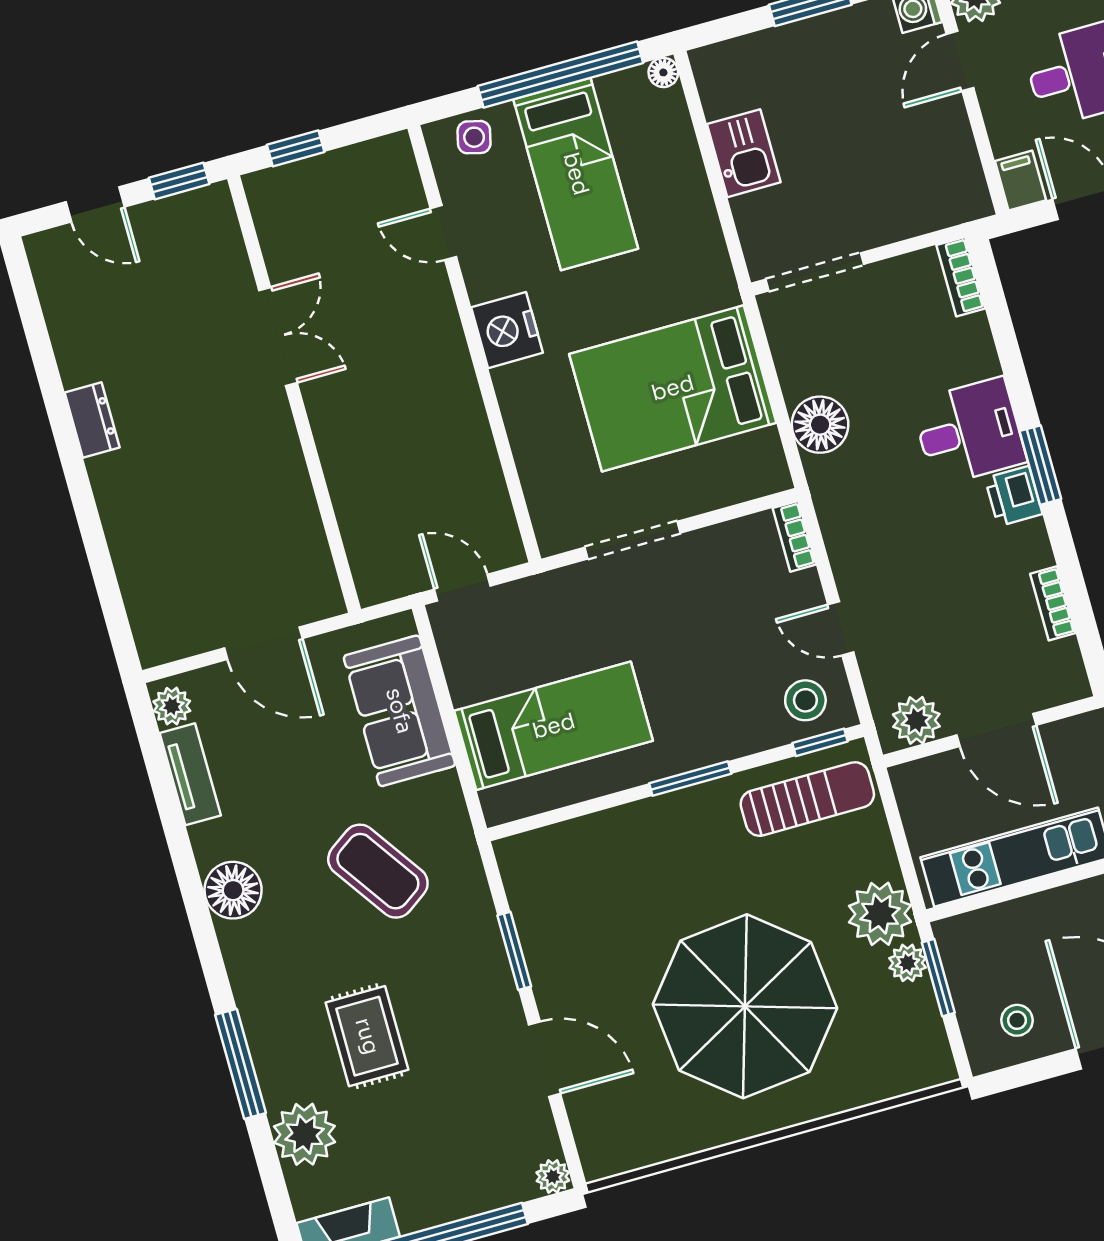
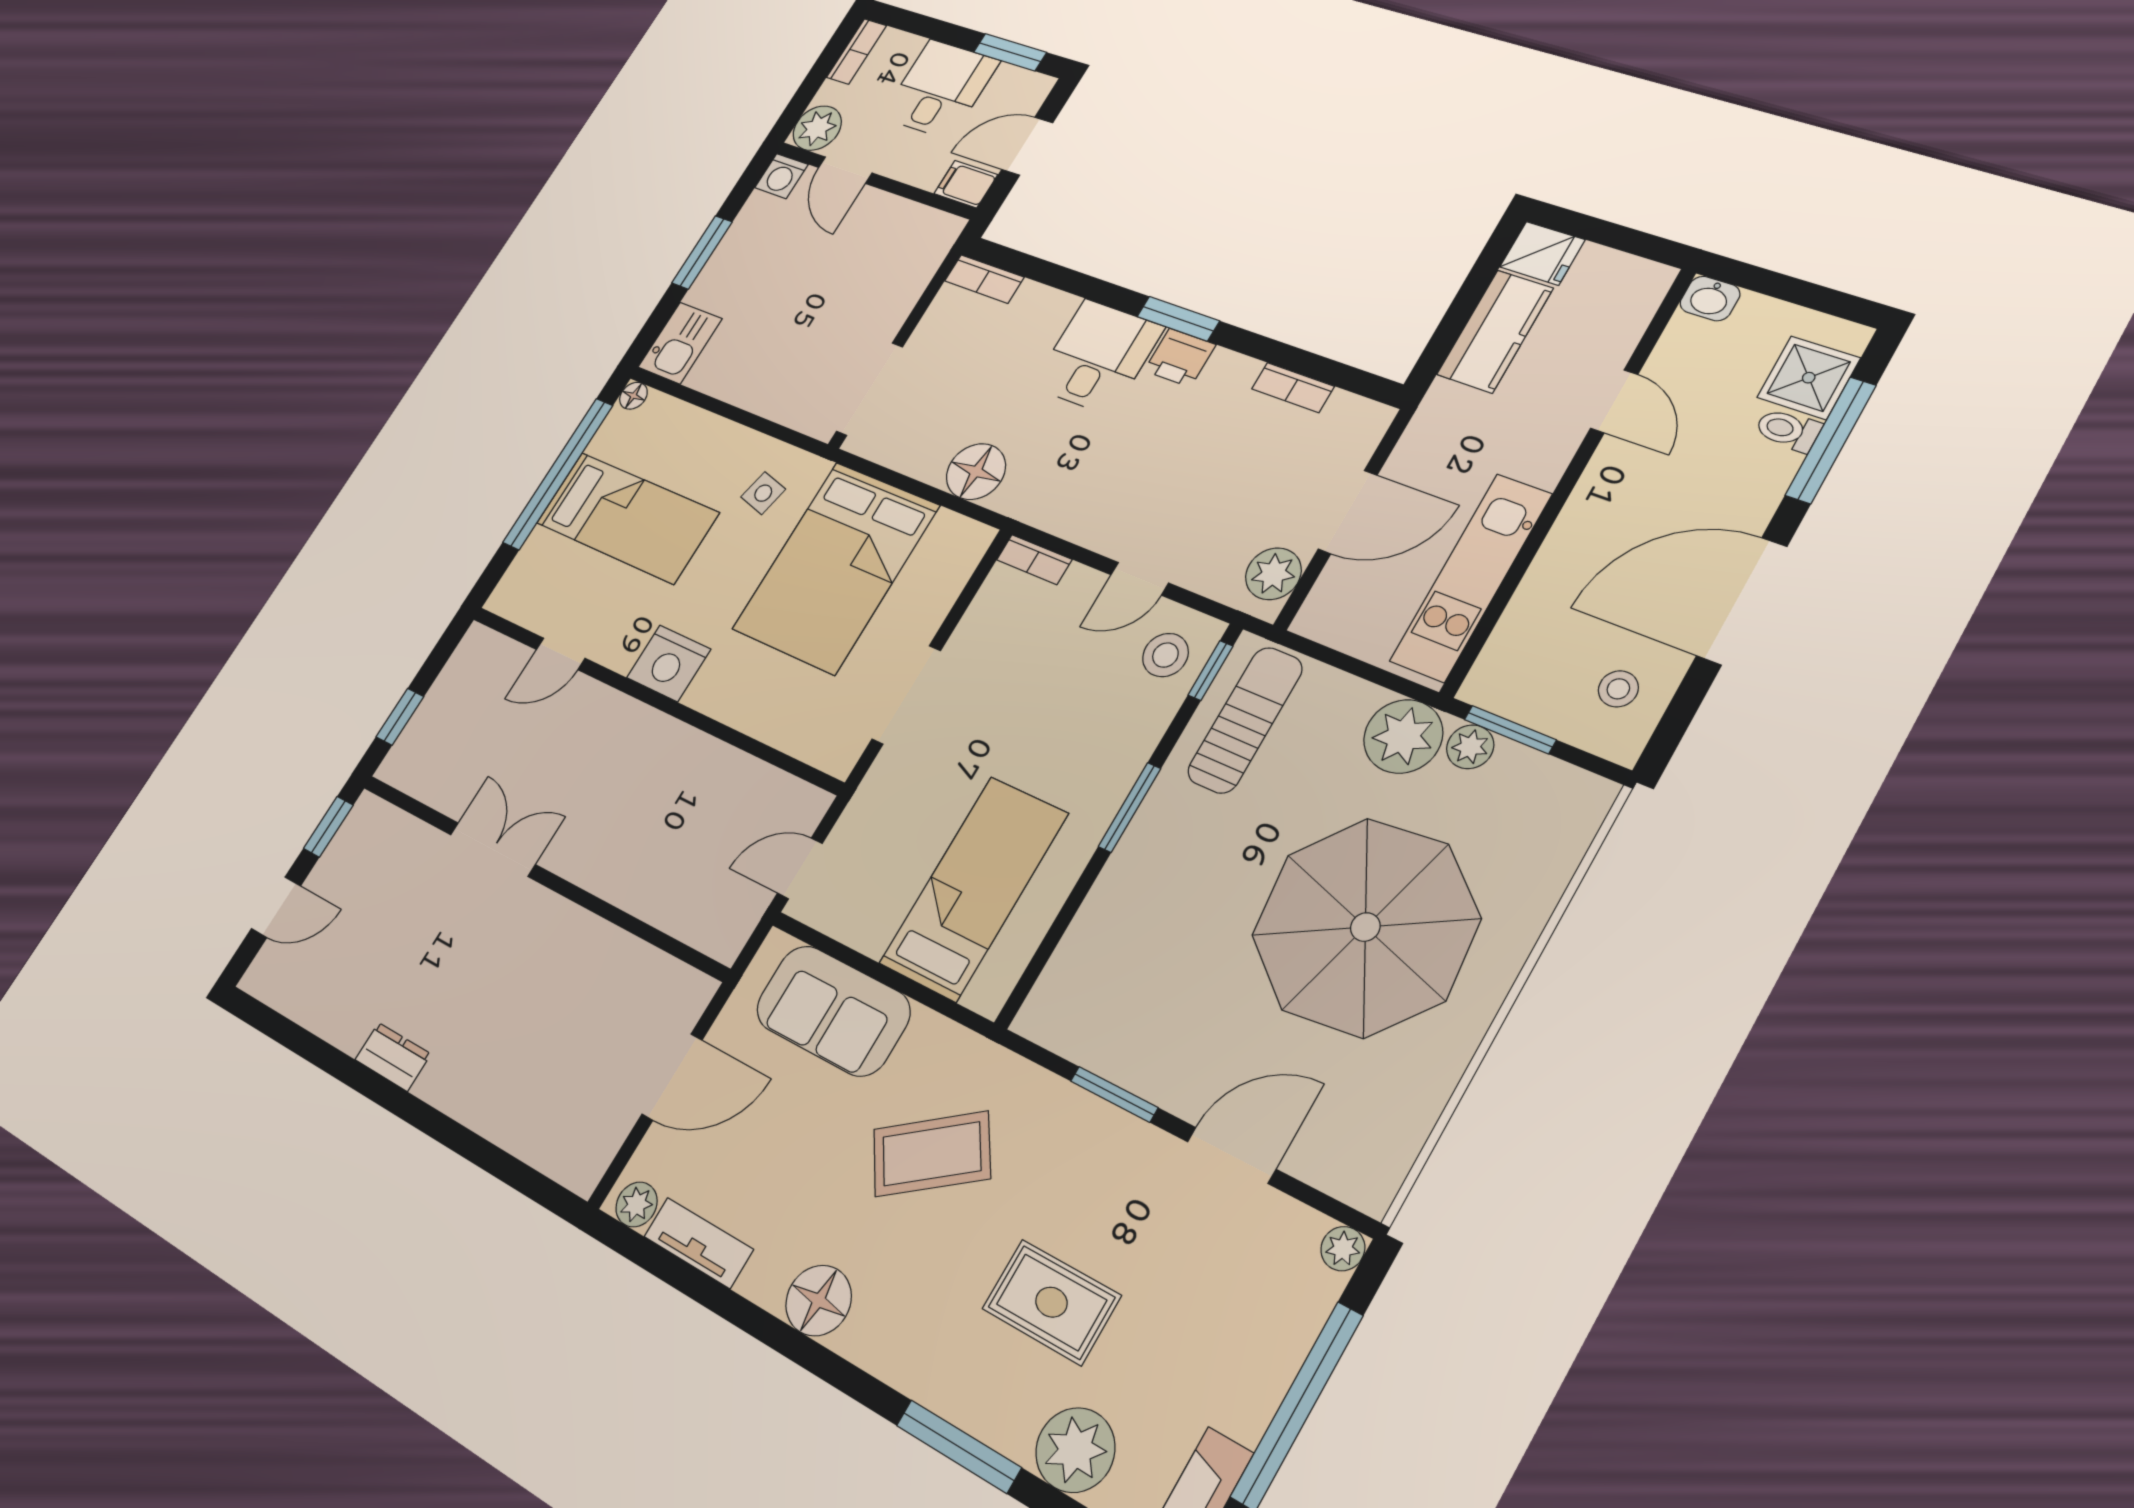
side table: (474, 137) -> (763, 493), moved
kitchen sink: (744, 153) -> (680, 343), moved, turned 90

